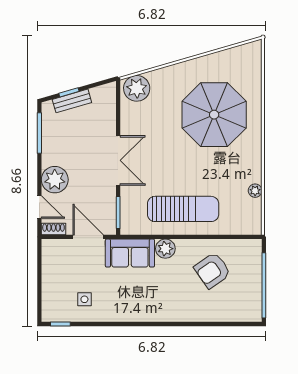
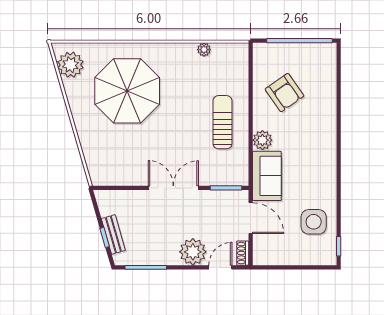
plant: (137, 88) -> (70, 65), moved
sun lounger: (183, 209) -> (222, 122), width x0.73, depth x0.75
door: (88, 237) -> (251, 218), swing flipped
side table: (84, 299) -> (314, 222), width x1.87, depth x1.87

